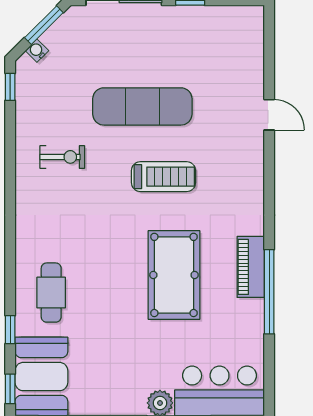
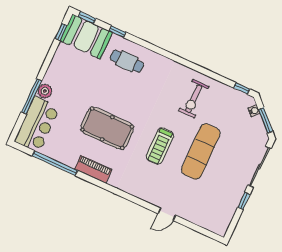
exercise bike: (62, 157) -> (194, 99), width x1.38, depth x1.39
window: (269, 292) -> (55, 163), moved

